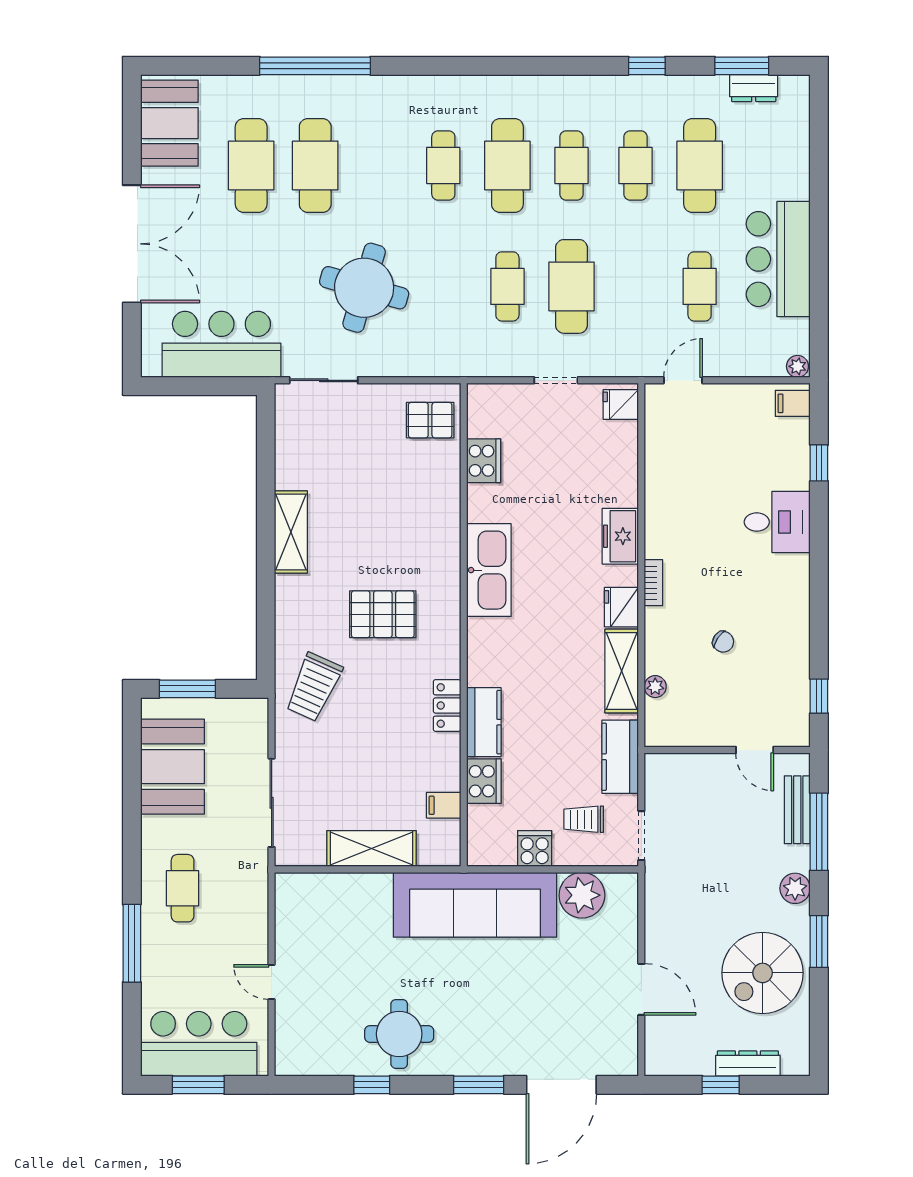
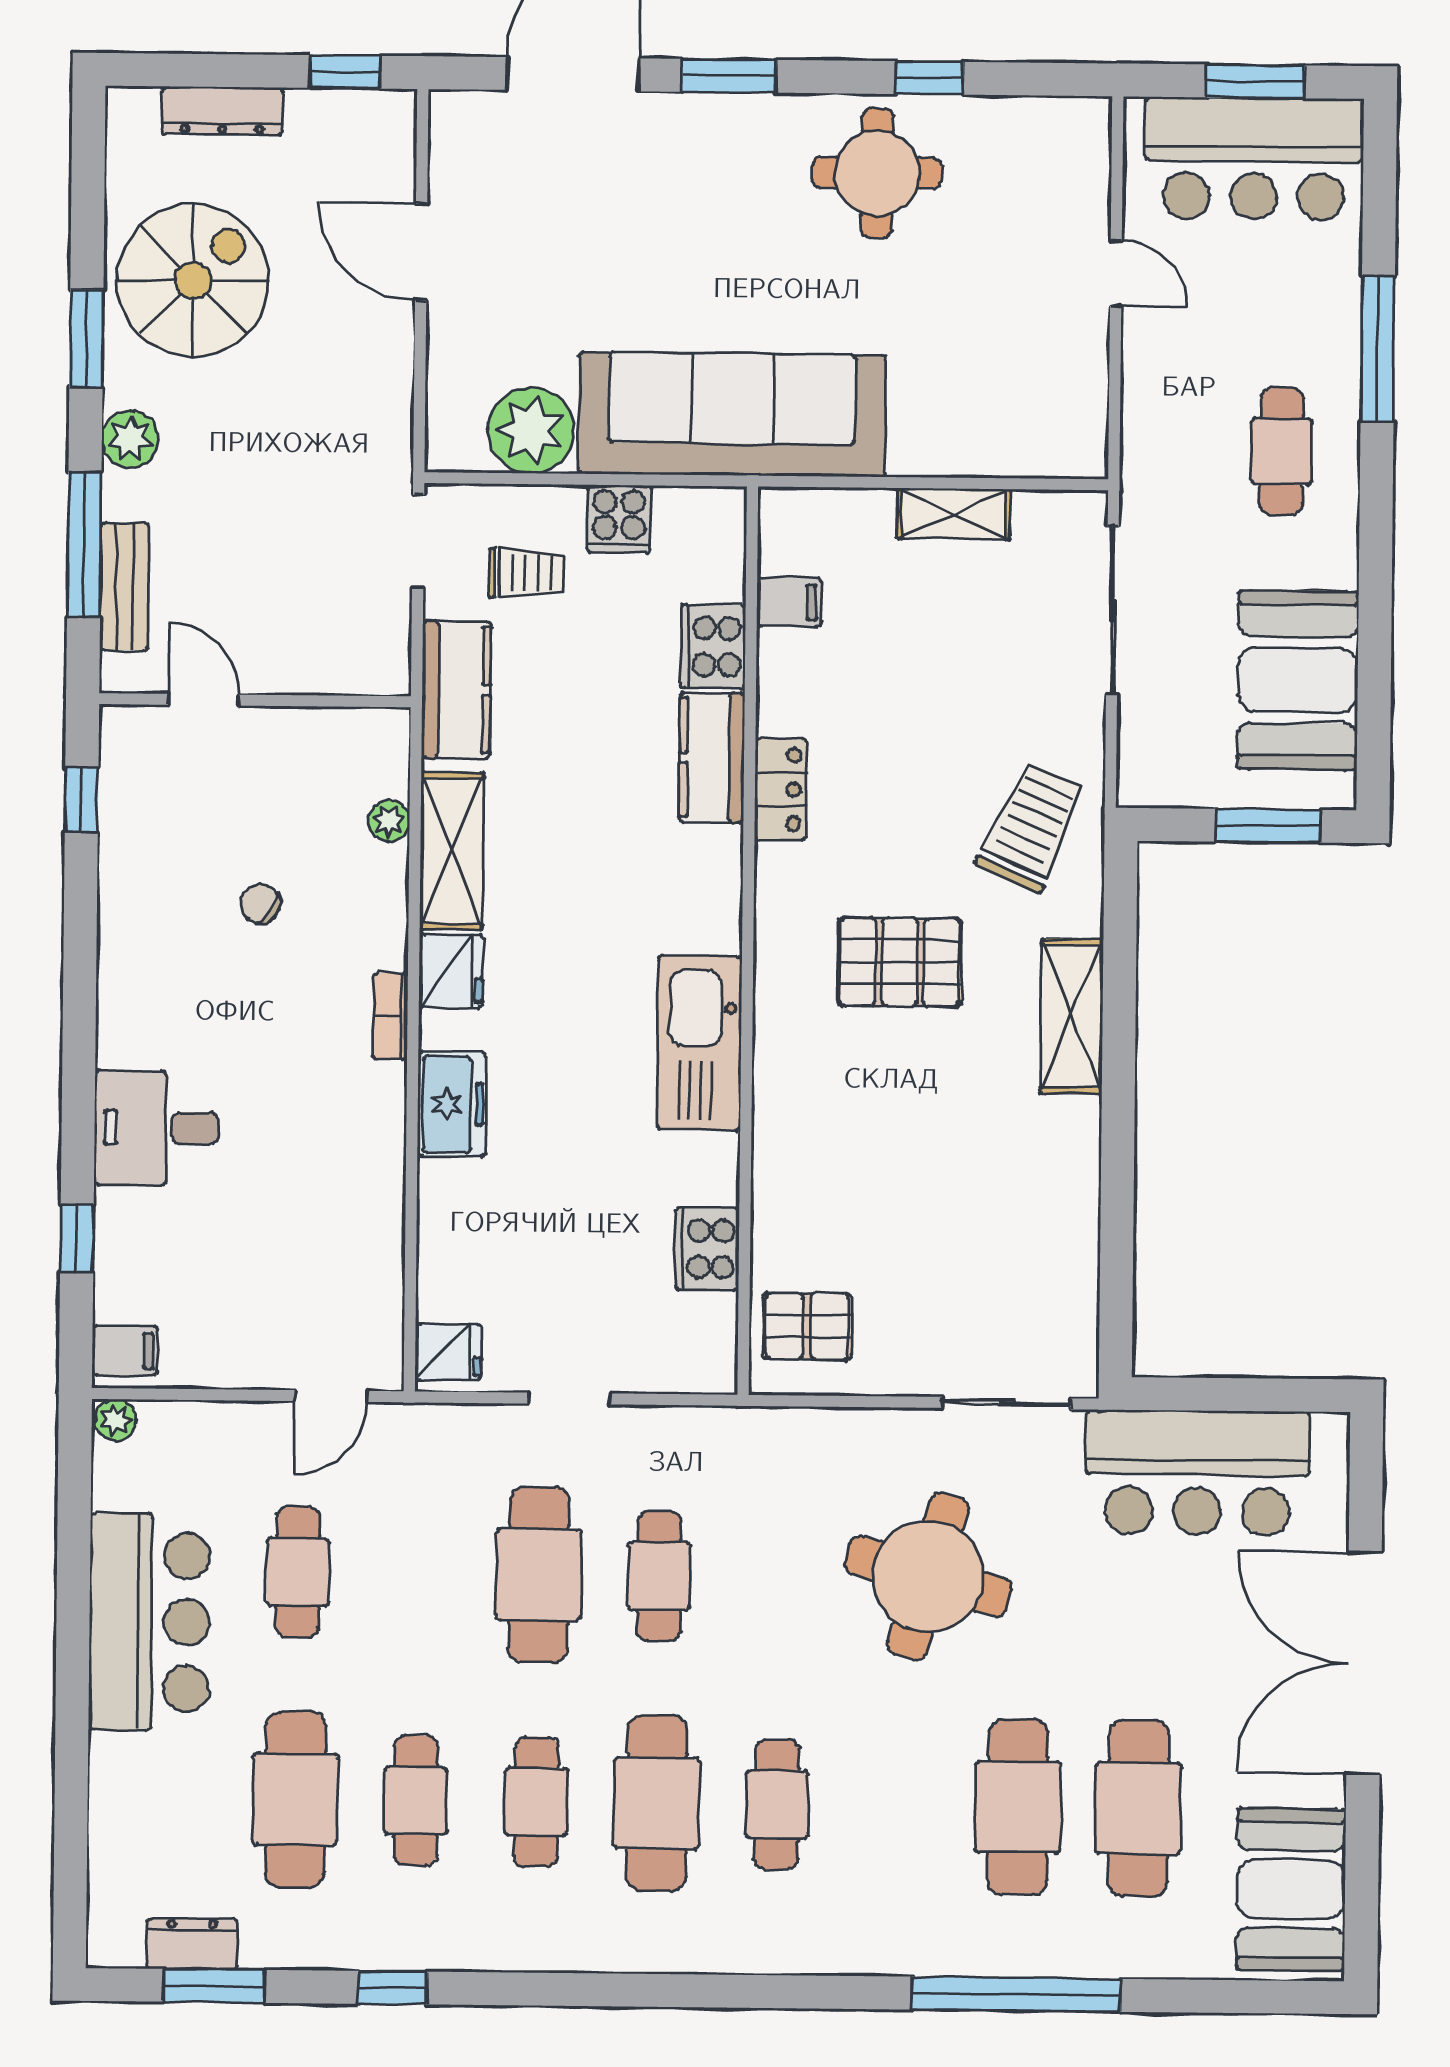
shelving: (291, 532) -> (1072, 1016), moved
shelving: (371, 849) -> (954, 514), width x0.67, depth x0.75
window: (721, 1085) -> (345, 72), moved

